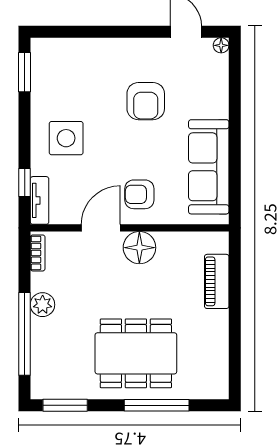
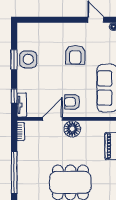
window: (25, 72) -> (14, 60), moved
side table: (66, 138) -> (28, 59), moved
plant: (43, 305) -> (23, 158), removed

